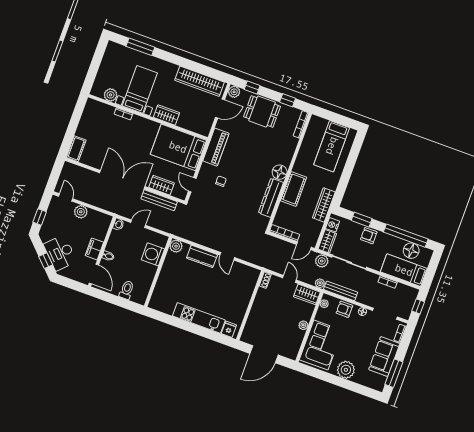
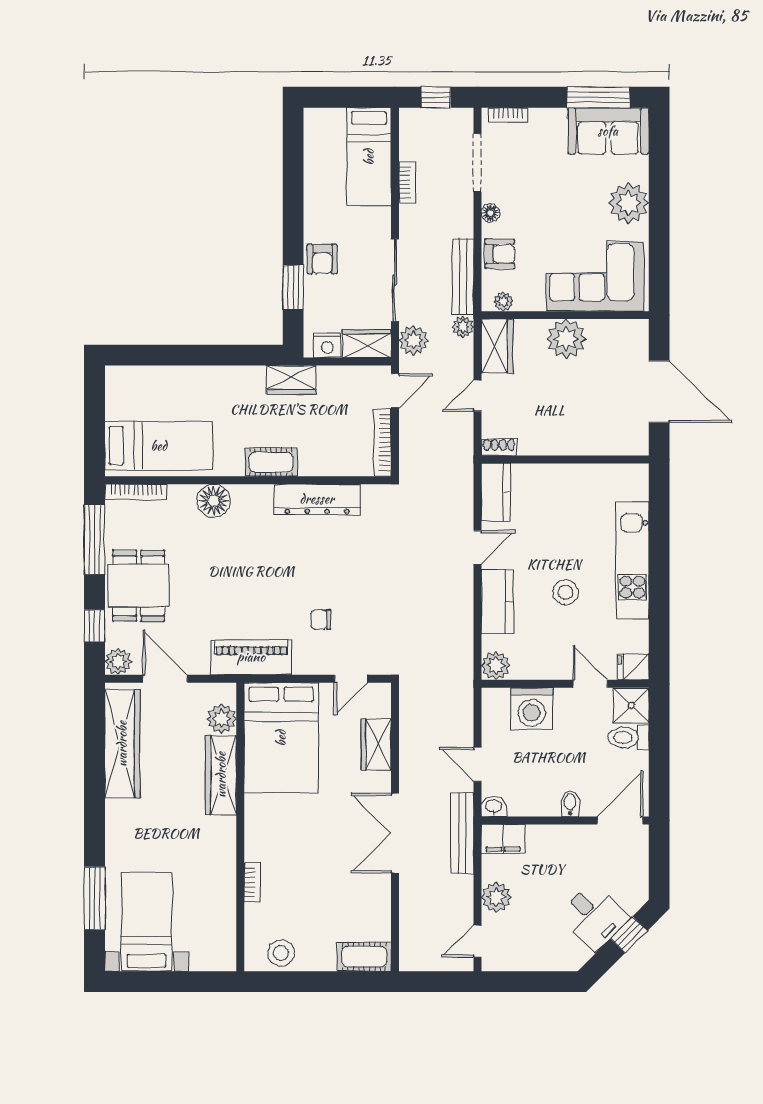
bed with nightstands: (140, 89) -> (147, 922), moved, turned 90
plant: (111, 95) -> (222, 719), moved
window: (288, 100) -> (95, 540), width x2.17
stool: (90, 115) -> (281, 953), added
wardrobe: (166, 115) -> (221, 775), width x1.50
bed: (332, 146) -> (159, 446), moved
floor lamp: (280, 172) -> (214, 501), moved
double door: (122, 180) -> (395, 833), width x0.73
cot: (294, 189) -> (271, 462), width x0.73, depth x0.75
bench: (159, 200) -> (462, 833), moved
wardrobe: (324, 205) -> (291, 380), width x0.67
window: (40, 217) -> (540, 982), removed
window: (406, 236) -> (293, 179), removed
door: (304, 246) -> (395, 391), hinge flipped
filing cabinet: (94, 249) -> (503, 839), moved
floor lamp: (411, 251) -> (321, 156), removed
desk: (60, 253) -> (594, 916), width x0.73
kitchen counter: (247, 272) -> (496, 492), added
door: (154, 282) -> (590, 684), added
stool: (196, 286) -> (566, 592), added
shower: (139, 296) -> (631, 705), added
armchair: (344, 309) -> (500, 254), turned -90
plant: (303, 325) -> (566, 339), width x1.88, depth x1.88
fridge: (229, 329) -> (633, 667), moved
sofa: (384, 357) -> (608, 131), moved

